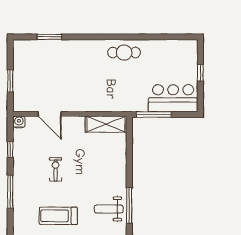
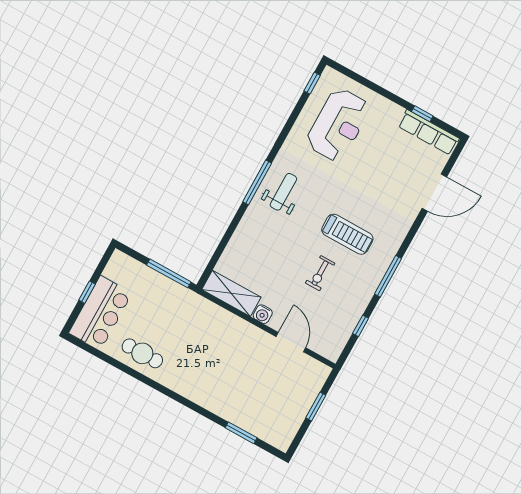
cafe table: (124, 53) -> (142, 353), moved
bar counter: (173, 98) -> (100, 313), moved, turned -90
water cooler: (19, 122) -> (263, 314), moved
weight bench: (109, 209) -> (283, 192), turned -90
treadmill: (58, 216) -> (347, 234), moved

